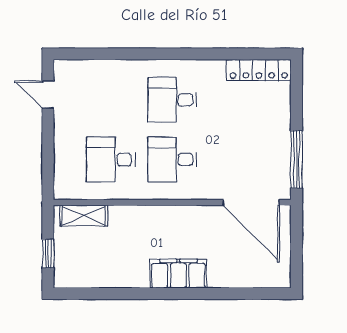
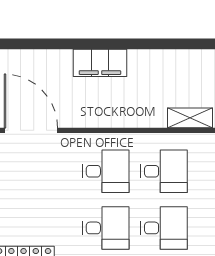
desk: (111, 100) -> (164, 228), added

